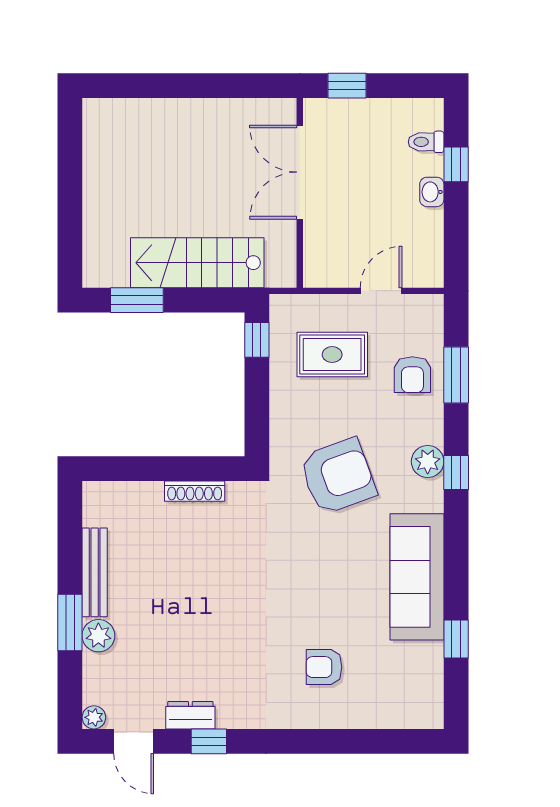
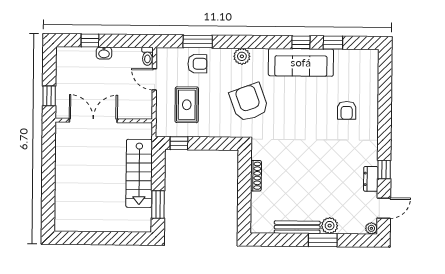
toilet: (426, 142) -> (147, 56), moved
double door: (300, 172) -> (93, 120), swing flipped
window: (456, 473) -> (301, 42), moved

